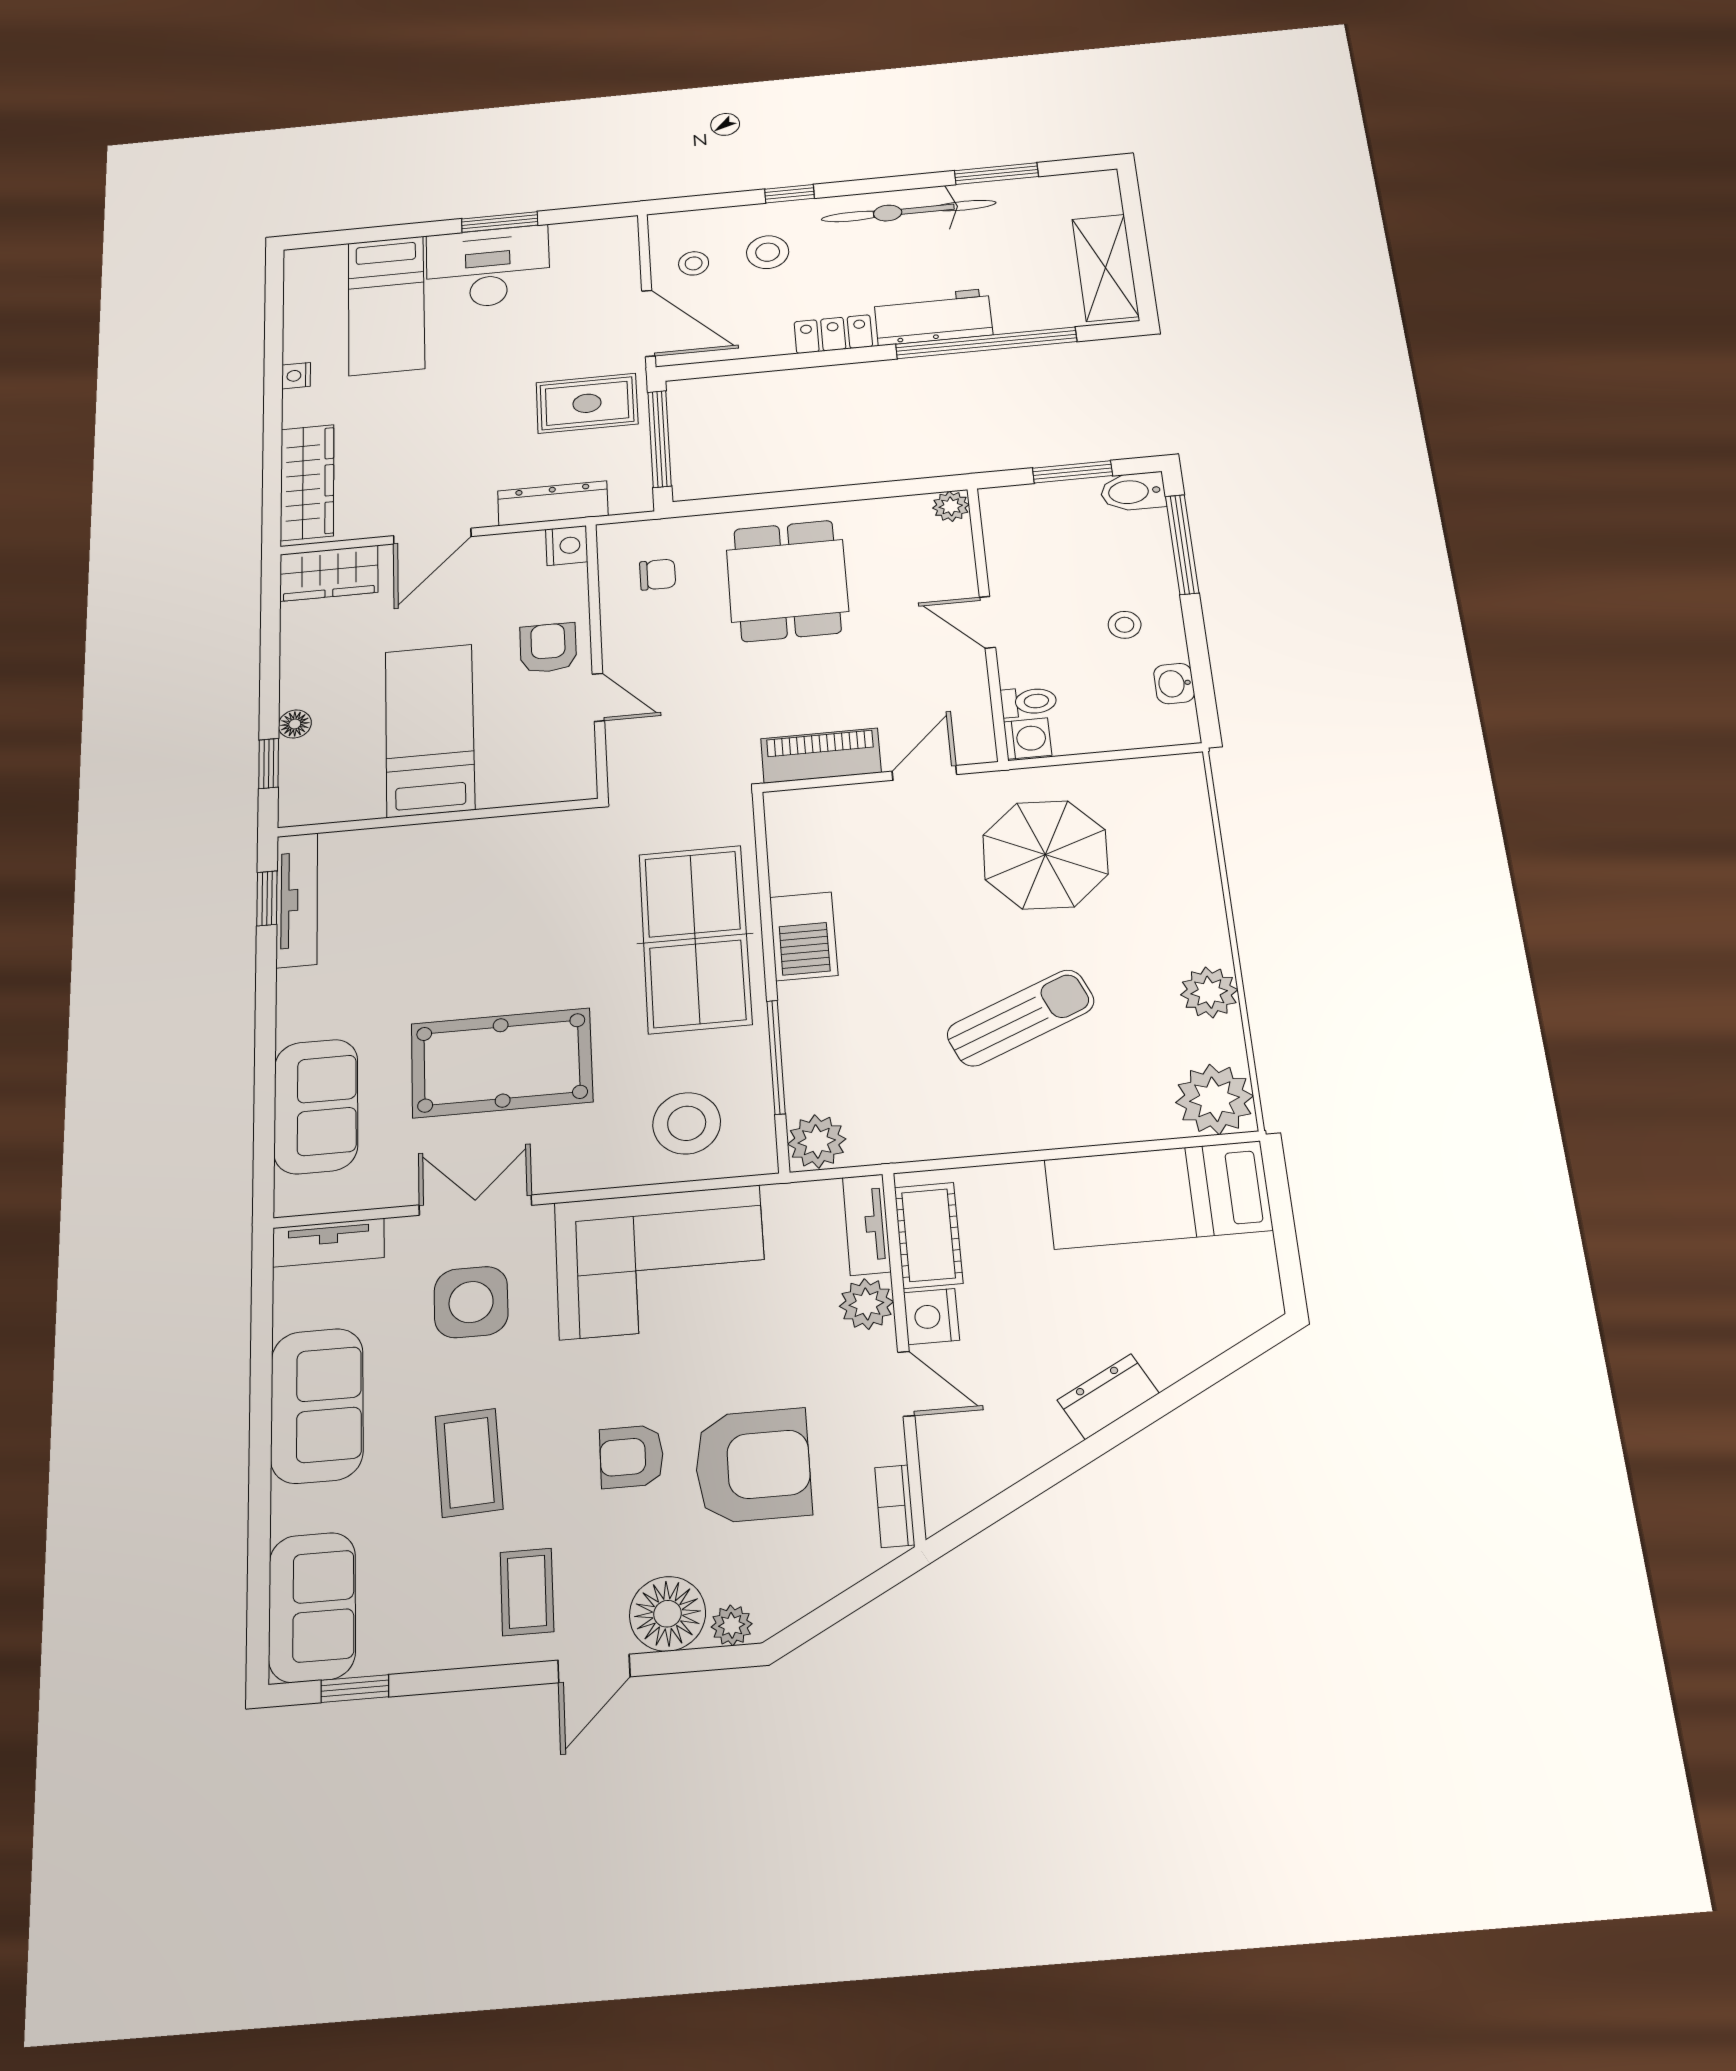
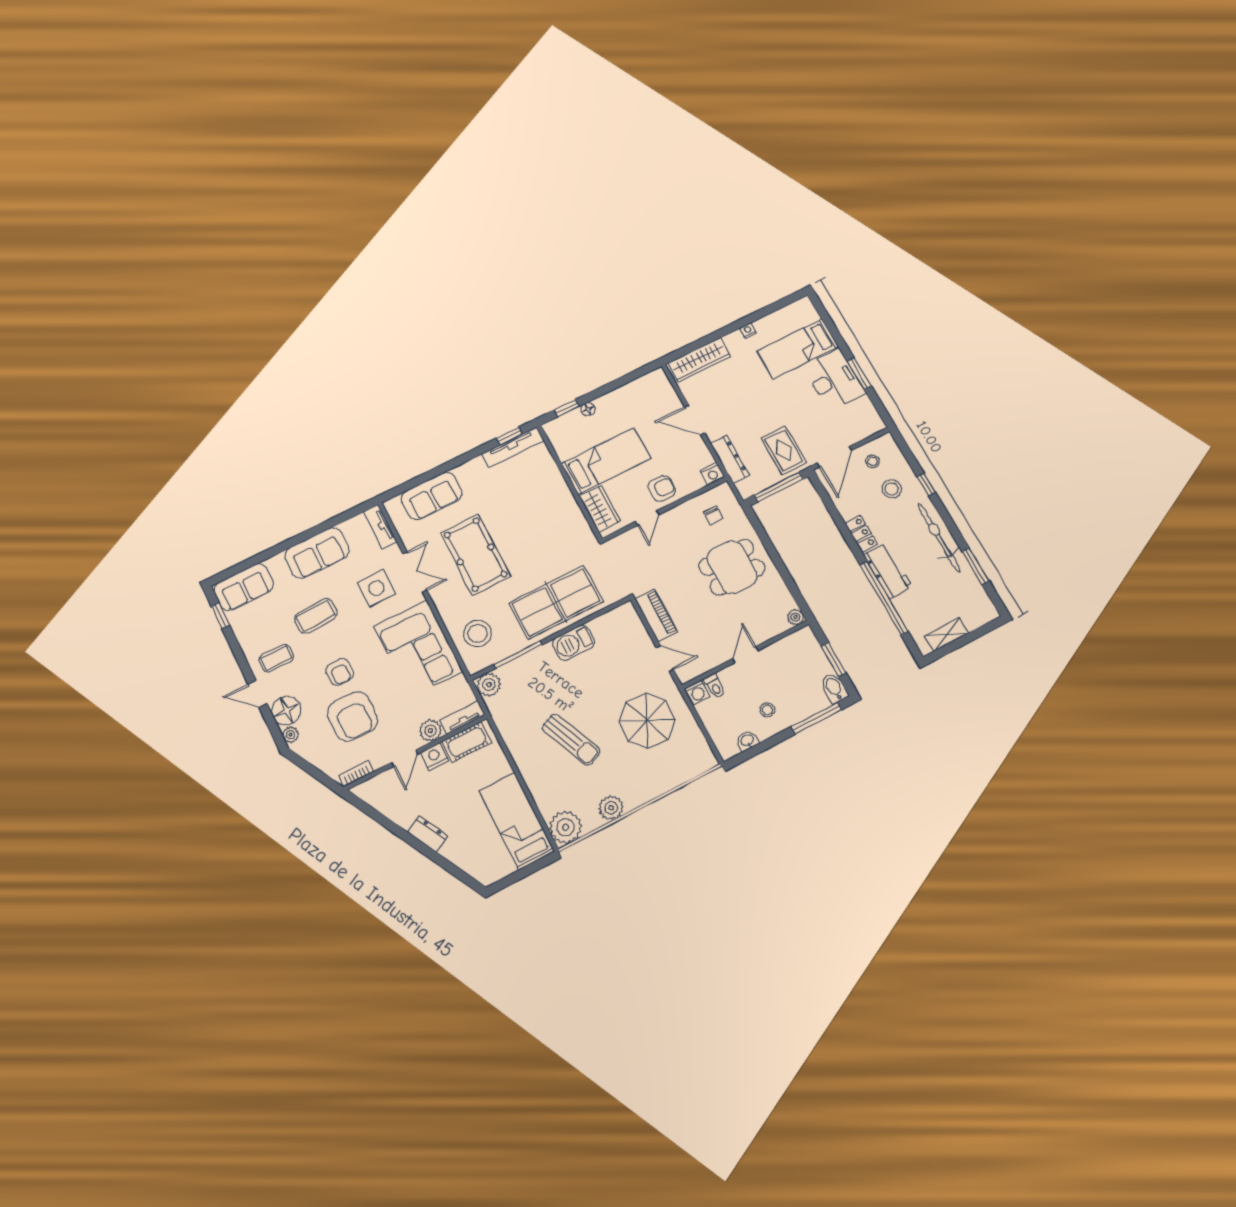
shelving: (1105, 268) -> (947, 634), width x0.67, depth x0.75
wardrobe: (329, 573) -> (600, 509), moved, turned 180
armchair: (632, 1456) -> (340, 672), turned 180

